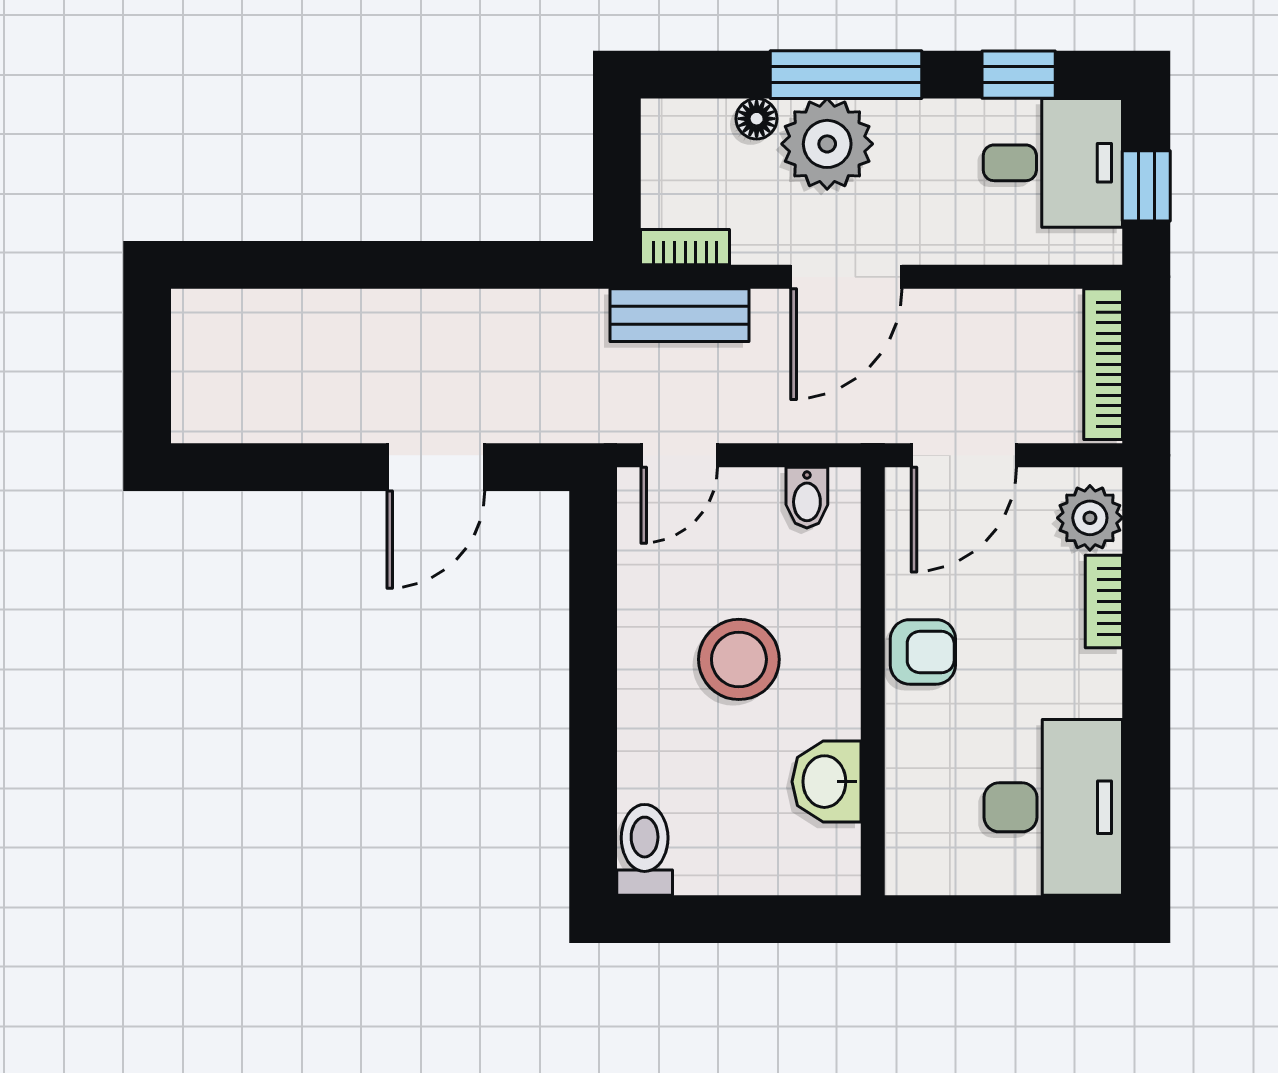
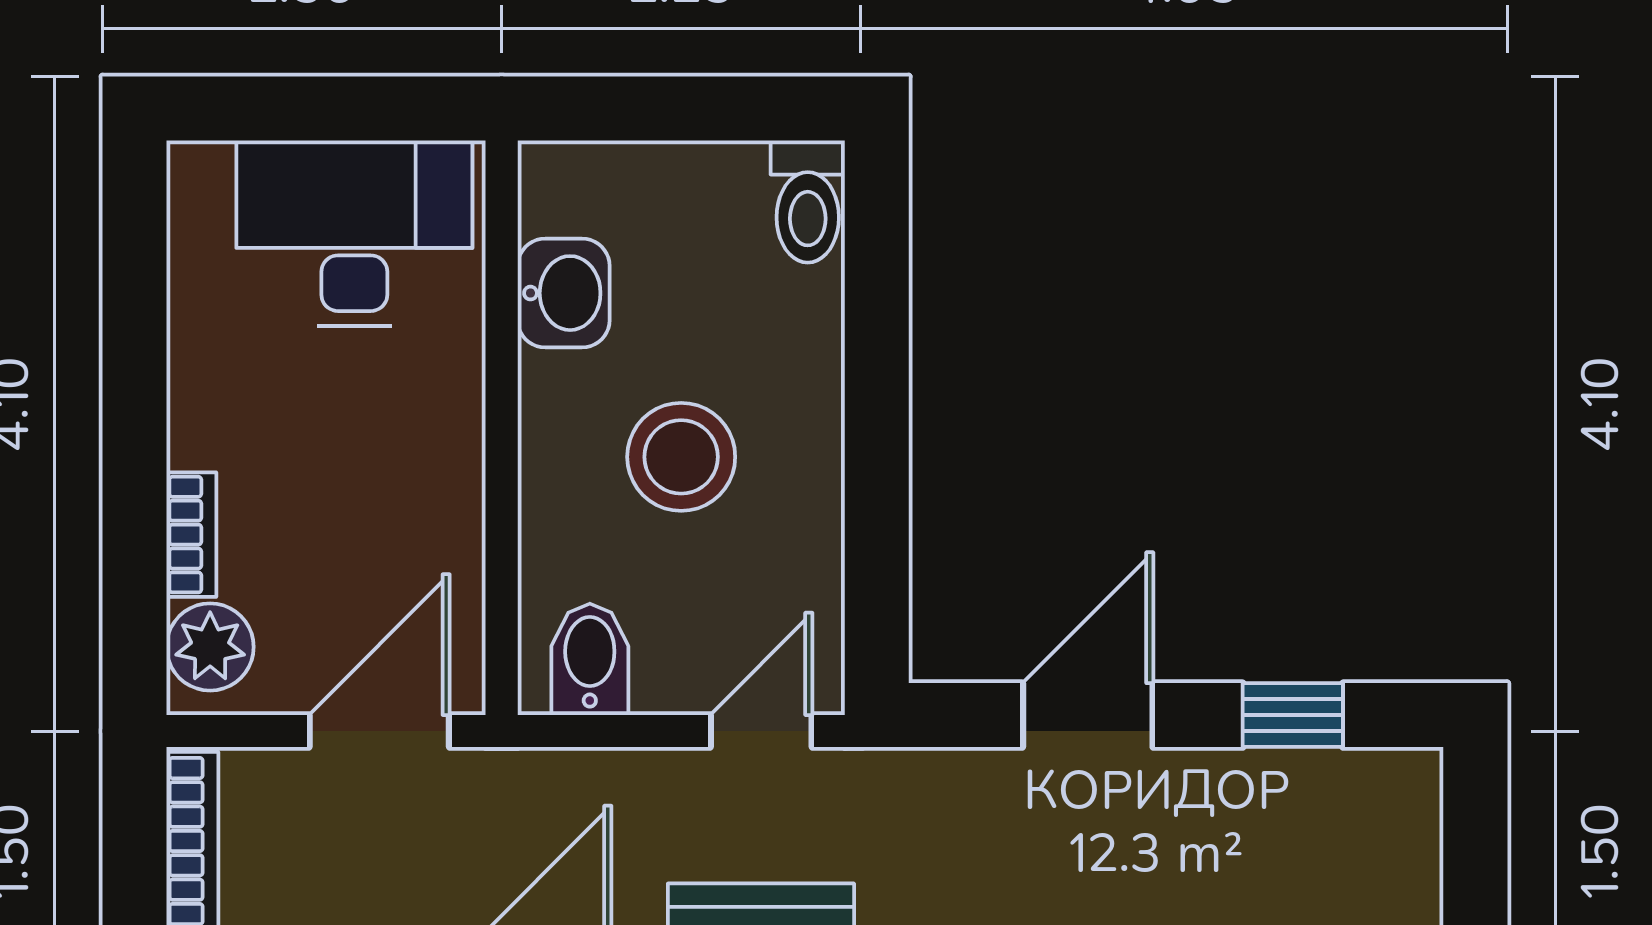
window: (283, 467) -> (1293, 715), added
bidet: (807, 498) -> (590, 659), width x1.38, depth x1.36
armchair: (923, 652) -> (434, 467), removed
desk: (1053, 807) -> (354, 233), moved, turned 90

